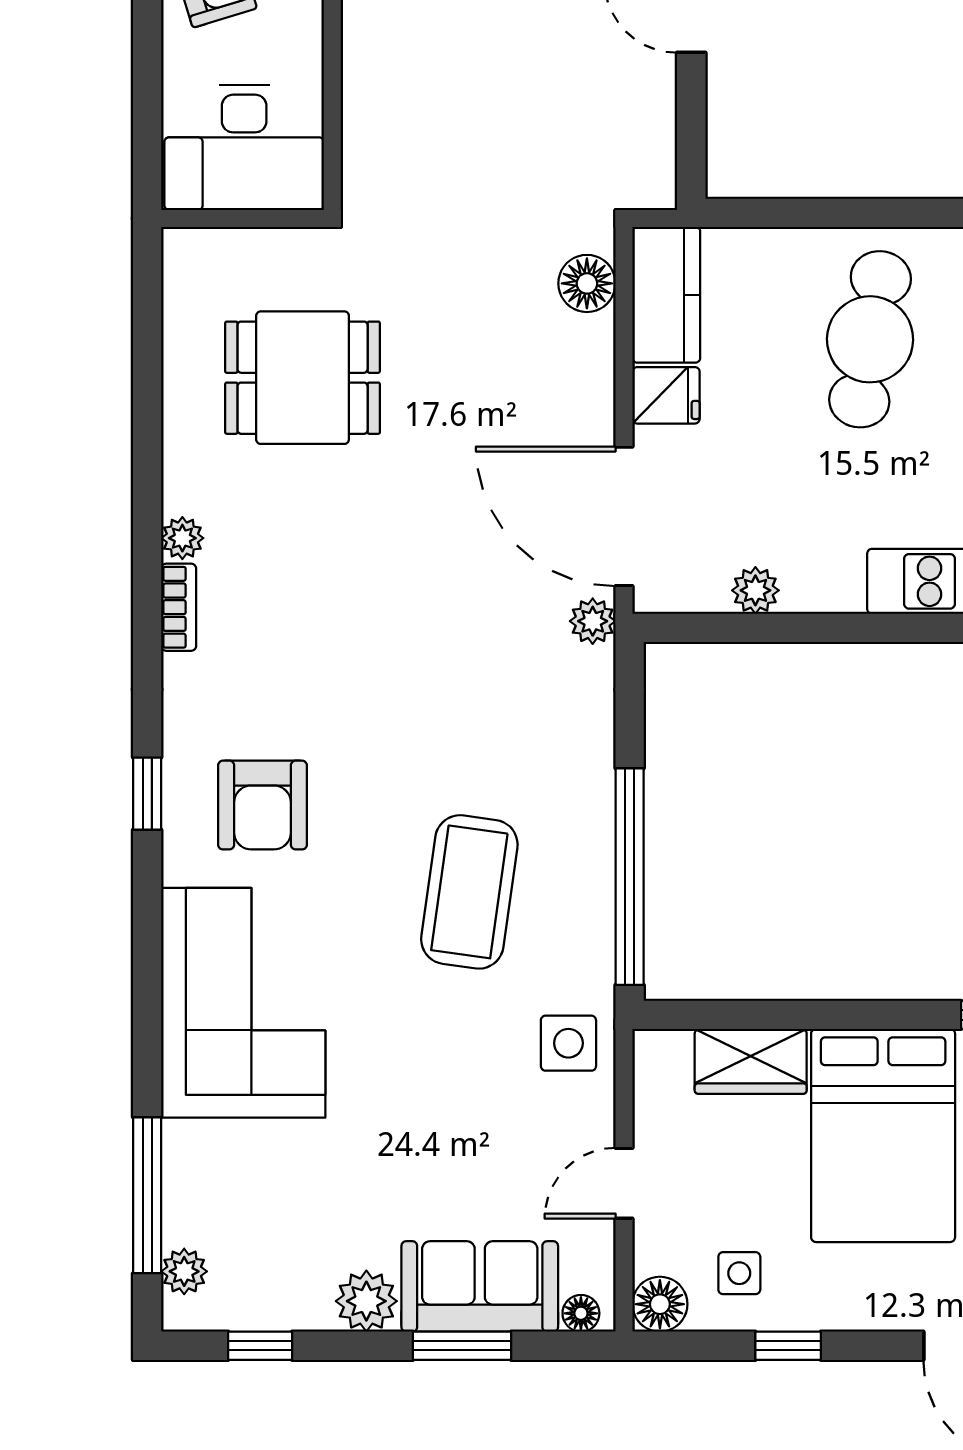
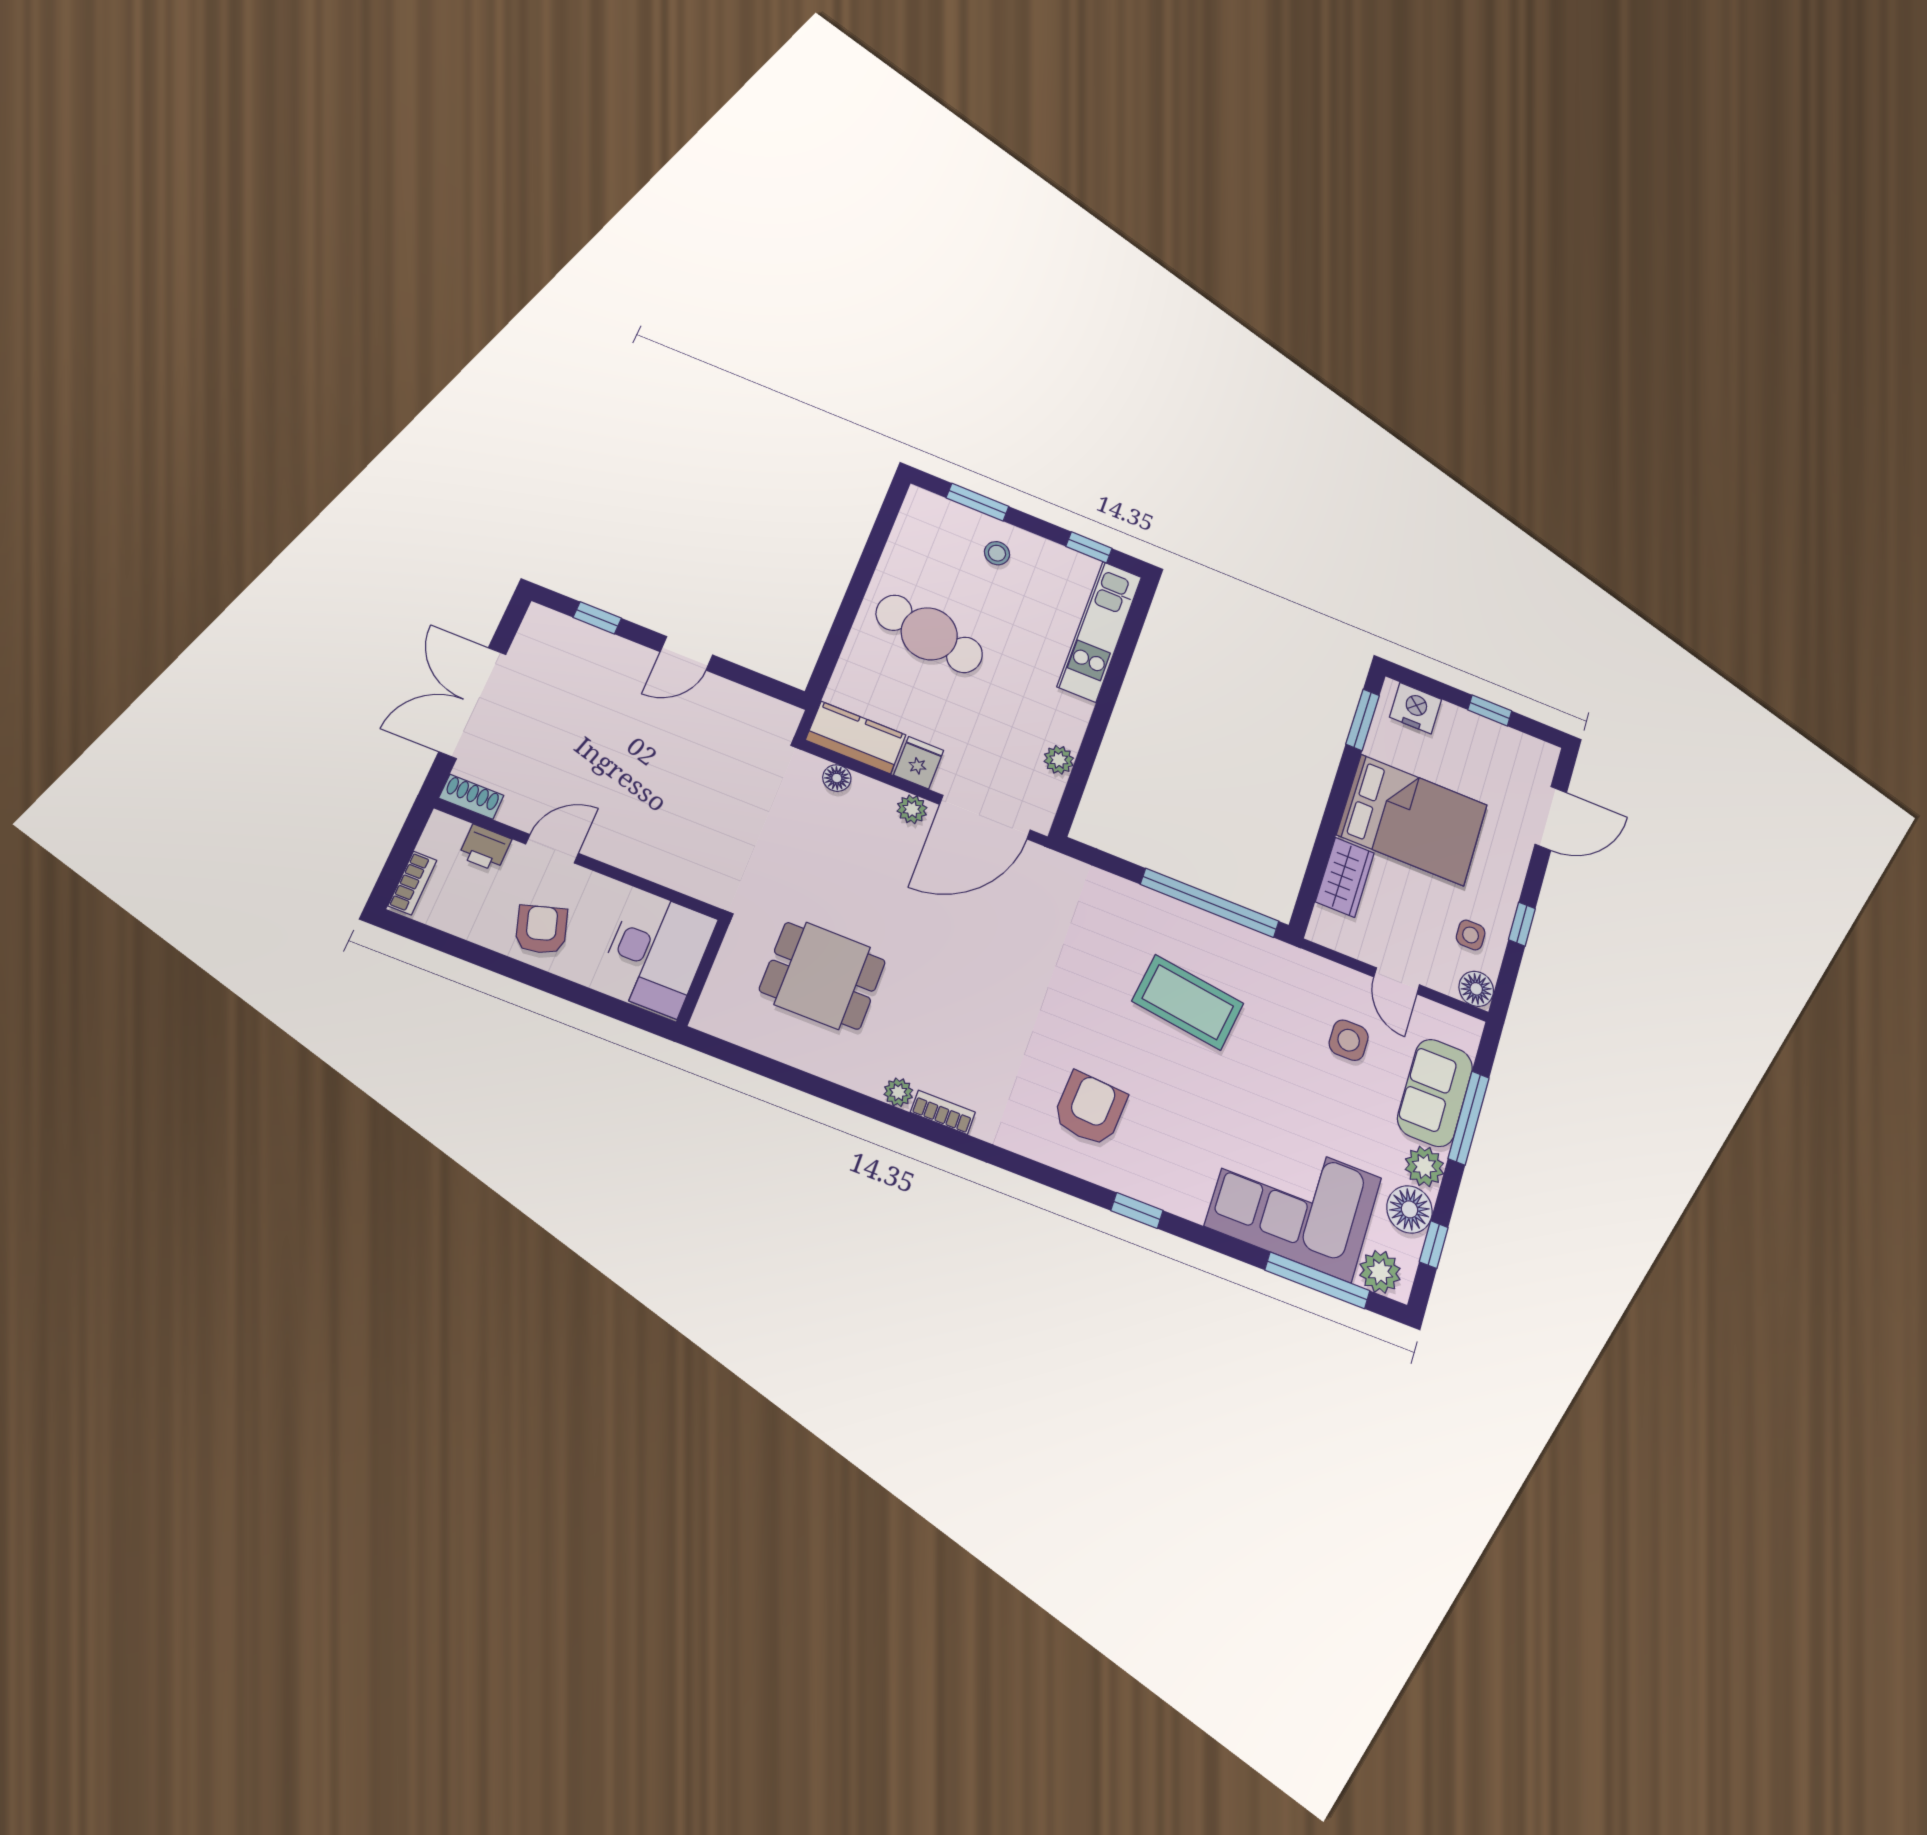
floor lamp: (587, 283) -> (837, 778), width x0.73, depth x0.73
dining table: (303, 378) -> (822, 976), turned 90
plant: (593, 621) -> (912, 809), moved
window: (147, 794) -> (1137, 1211), moved
armchair: (262, 805) -> (1090, 1109), turned -86
corner sofa: (243, 1003) -> (1293, 1202), moved
side table: (568, 1043) -> (1349, 1040), moved
plant: (184, 1271) -> (1380, 1272), width x1.38, depth x1.38
floor lamp: (581, 1313) -> (1409, 1209), moved, width x1.89, depth x1.89
window: (462, 1346) -> (1469, 1118), width x1.44

